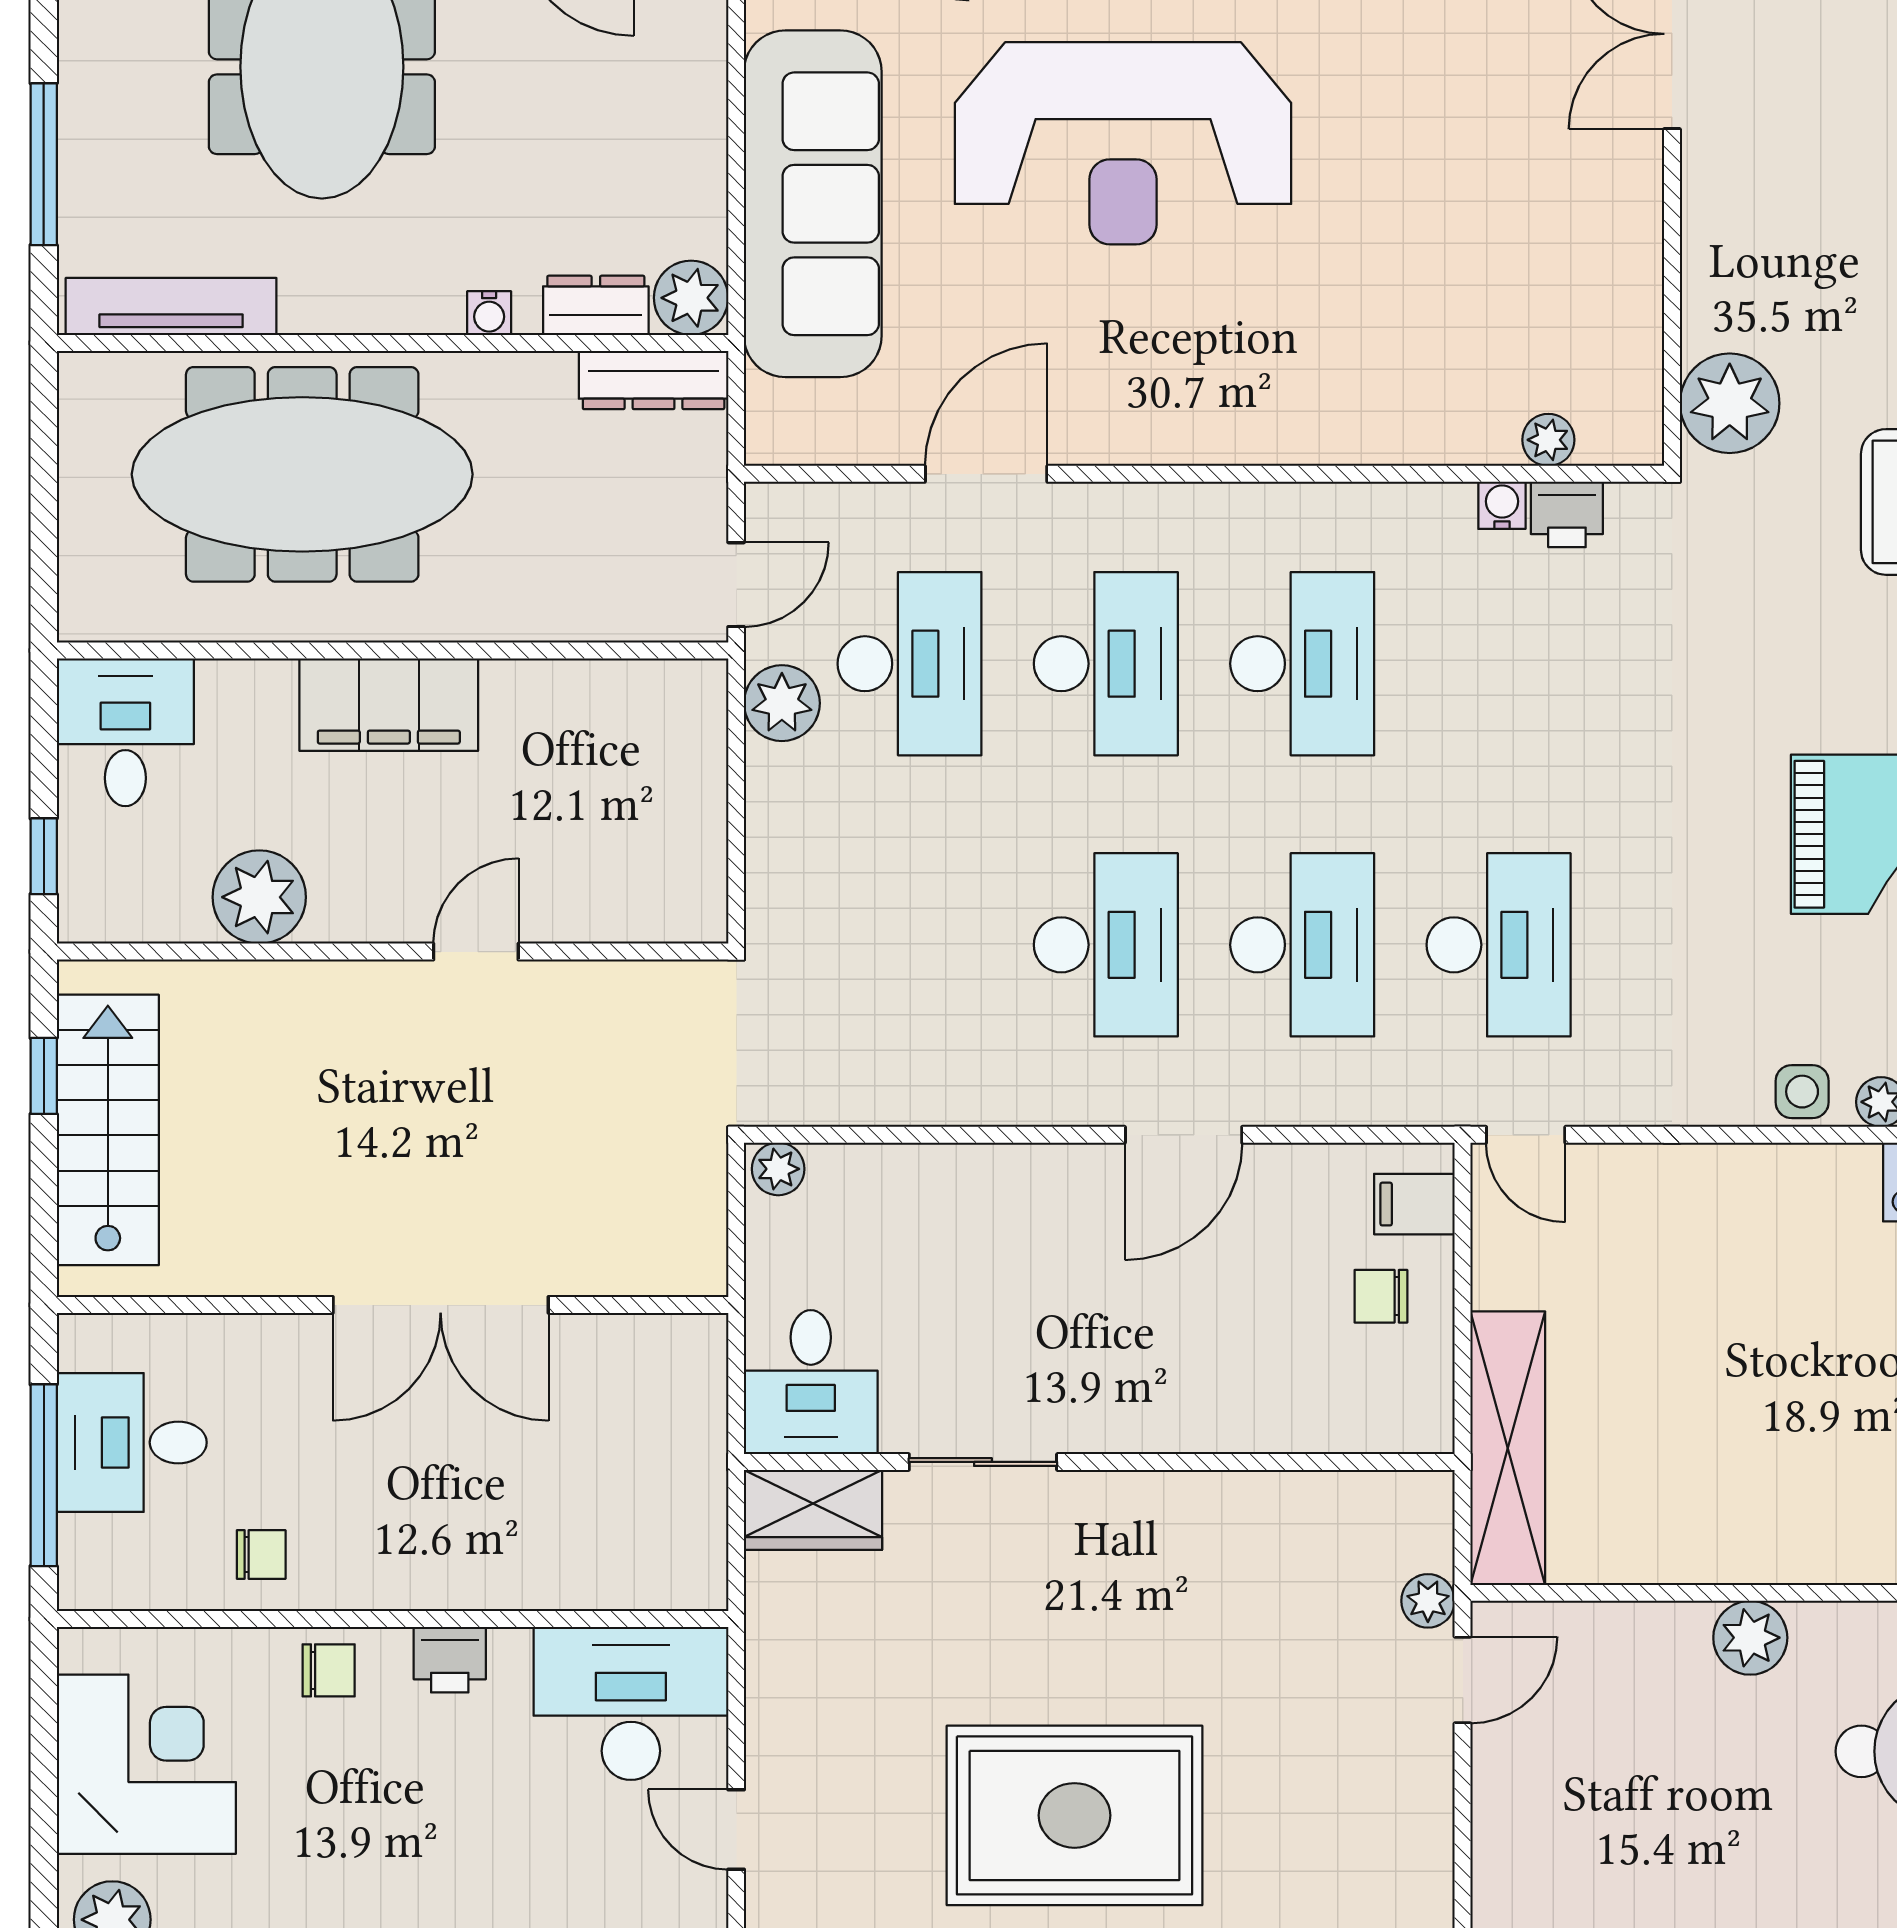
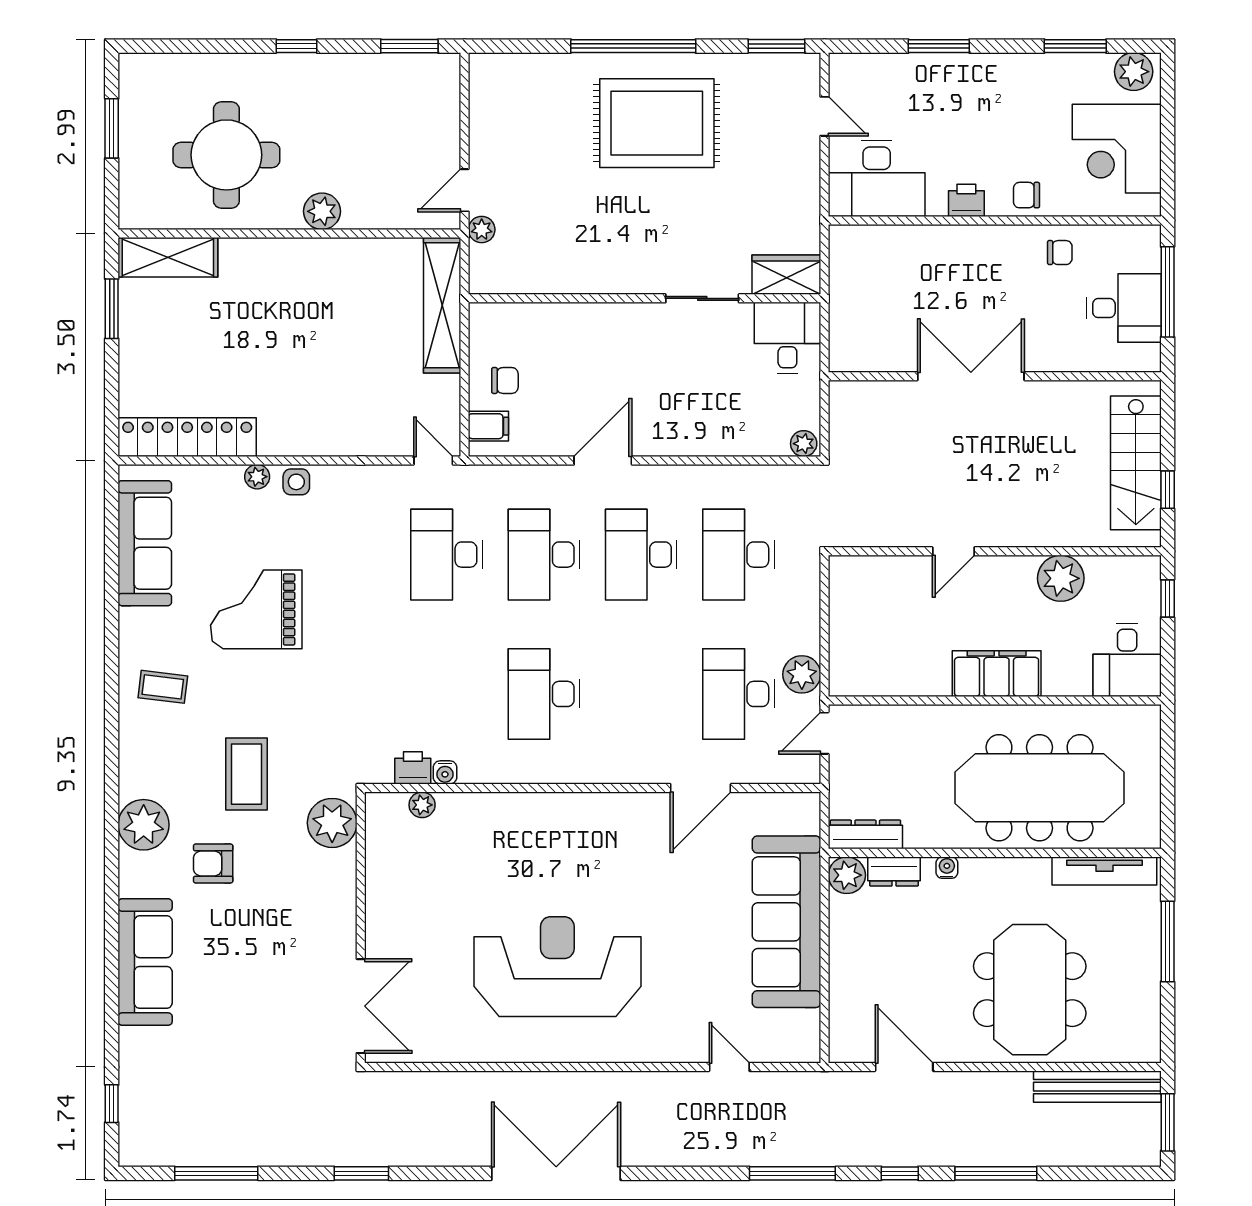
reception desk: (1123, 143) -> (557, 967), moved
desk: (1106, 664) -> (739, 555), moved
chair: (261, 1554) -> (1060, 253), turned 180

